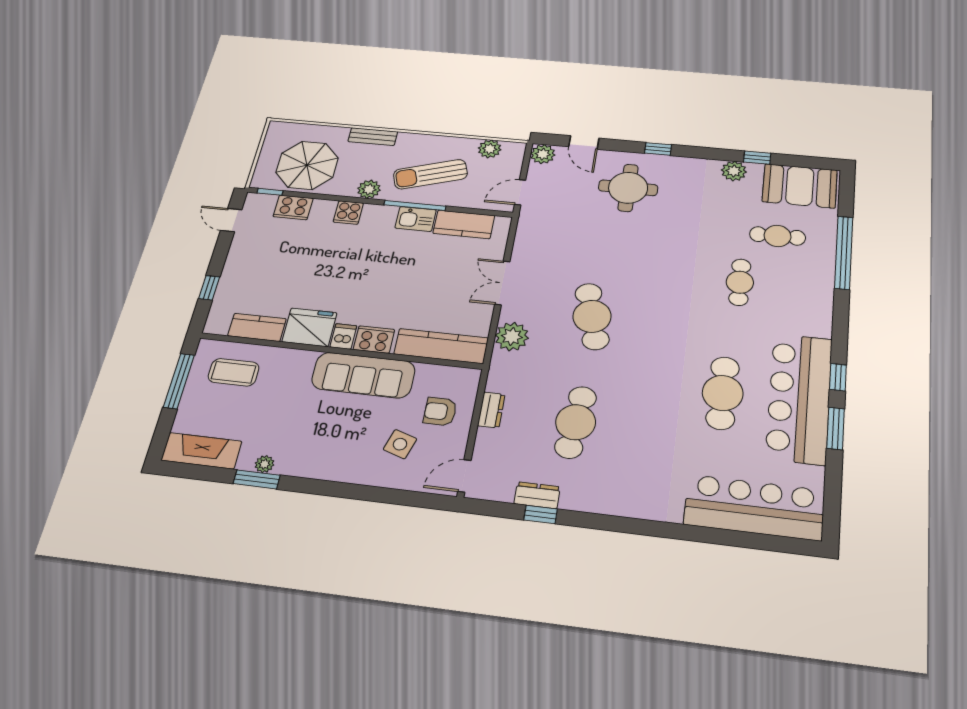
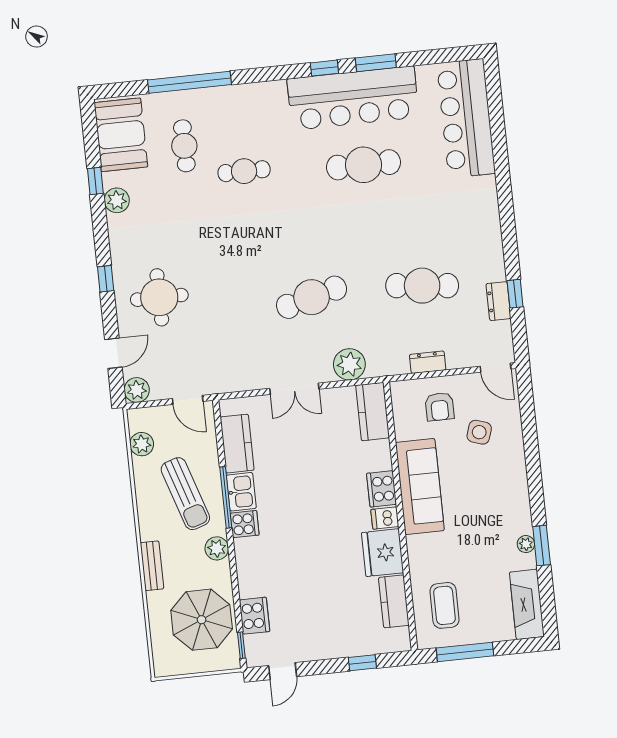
cooker: (348, 213) -> (245, 524), moved
kitchen counter: (441, 346) -> (373, 412), width x0.67

